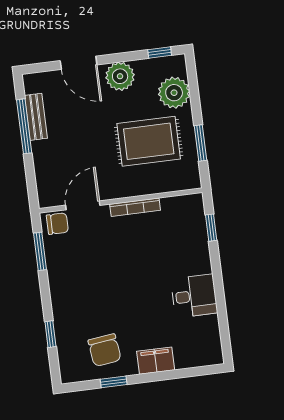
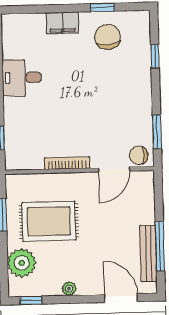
door: (79, 63) -> (121, 298), moved
plant: (120, 76) -> (69, 289), width x0.53, depth x0.53
bench: (36, 117) -> (148, 254), width x1.36

